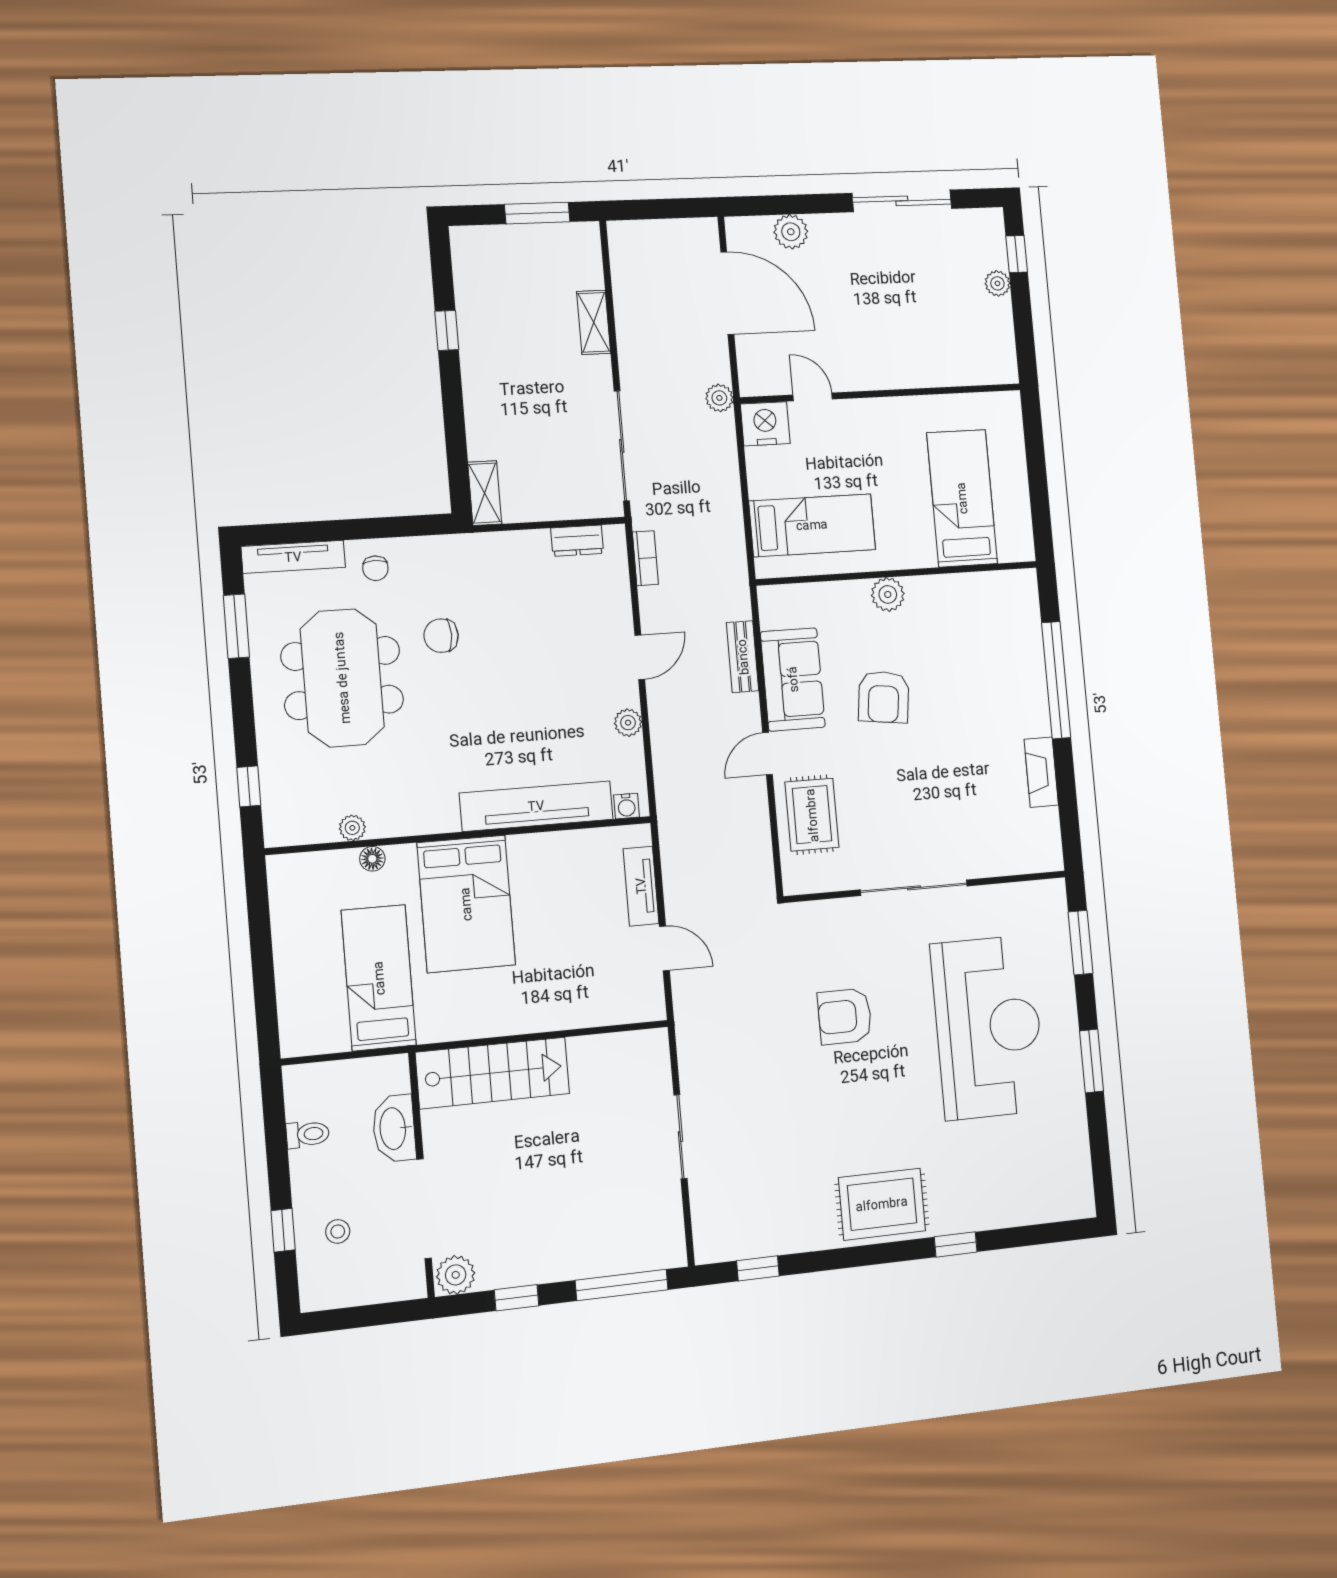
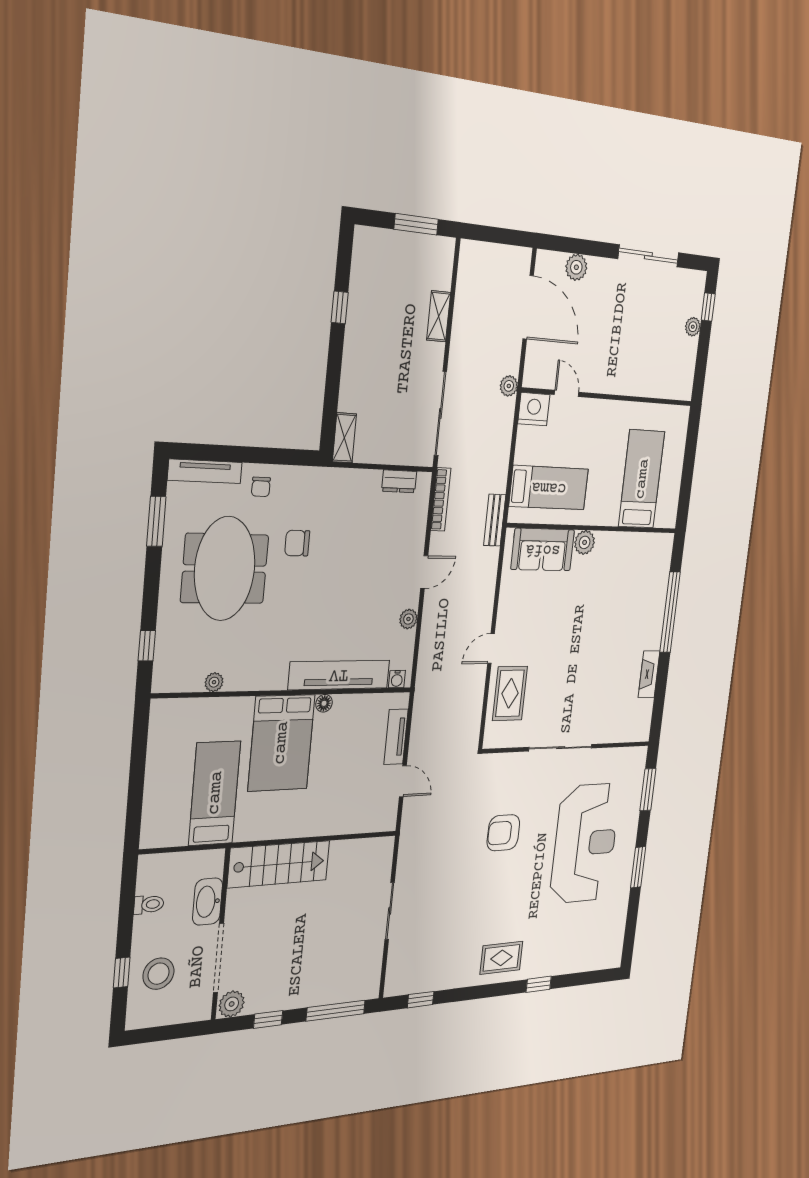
bookcase: (645, 558) -> (441, 499), width x1.56
bench: (743, 657) -> (495, 520), moved
sofa: (793, 679) -> (543, 550), moved, turned 90
armchair: (884, 697) -> (568, 615), removed
floor lamp: (372, 859) -> (324, 703), moved
rug: (882, 1204) -> (501, 958), width x0.73, depth x0.70
stool: (338, 1231) -> (159, 974), width x1.89, depth x1.89

